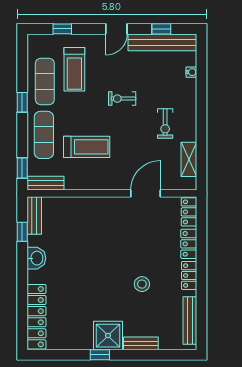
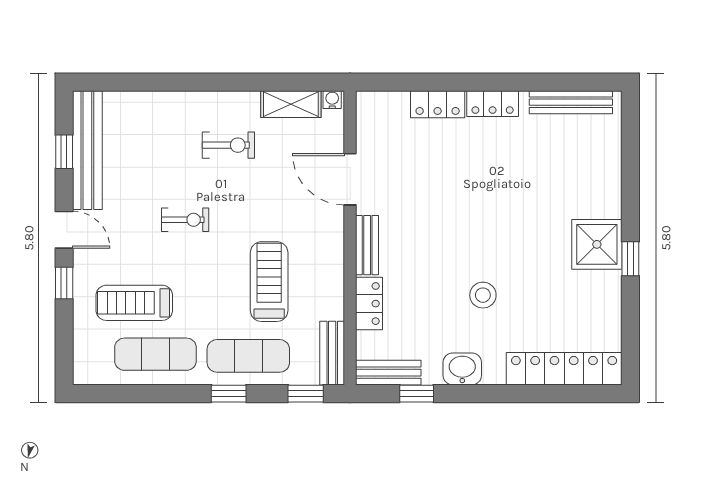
window: (62, 29) -> (64, 283), moved
treadmill: (74, 69) -> (134, 303), turned 180
water cooler: (191, 72) -> (332, 100), moved
exercise bike: (122, 99) -> (185, 220), turned -90
window: (22, 102) -> (229, 394), moved
locker: (189, 212) -> (369, 304), moved, turned -90
stool: (142, 284) -> (483, 295), moved
bench: (141, 343) -> (367, 245), moved

